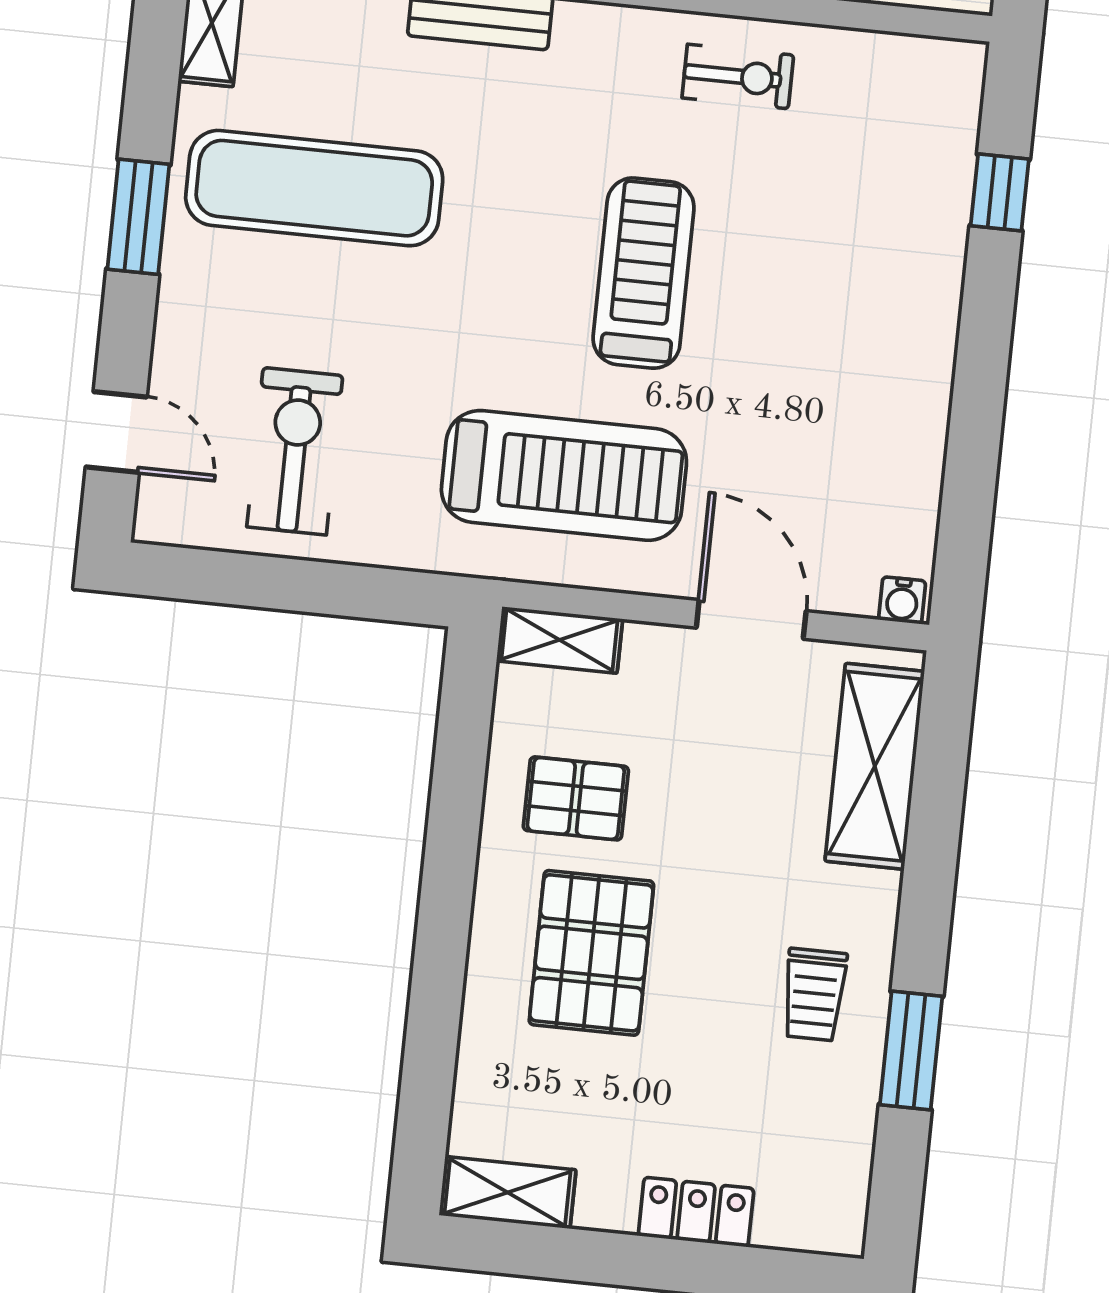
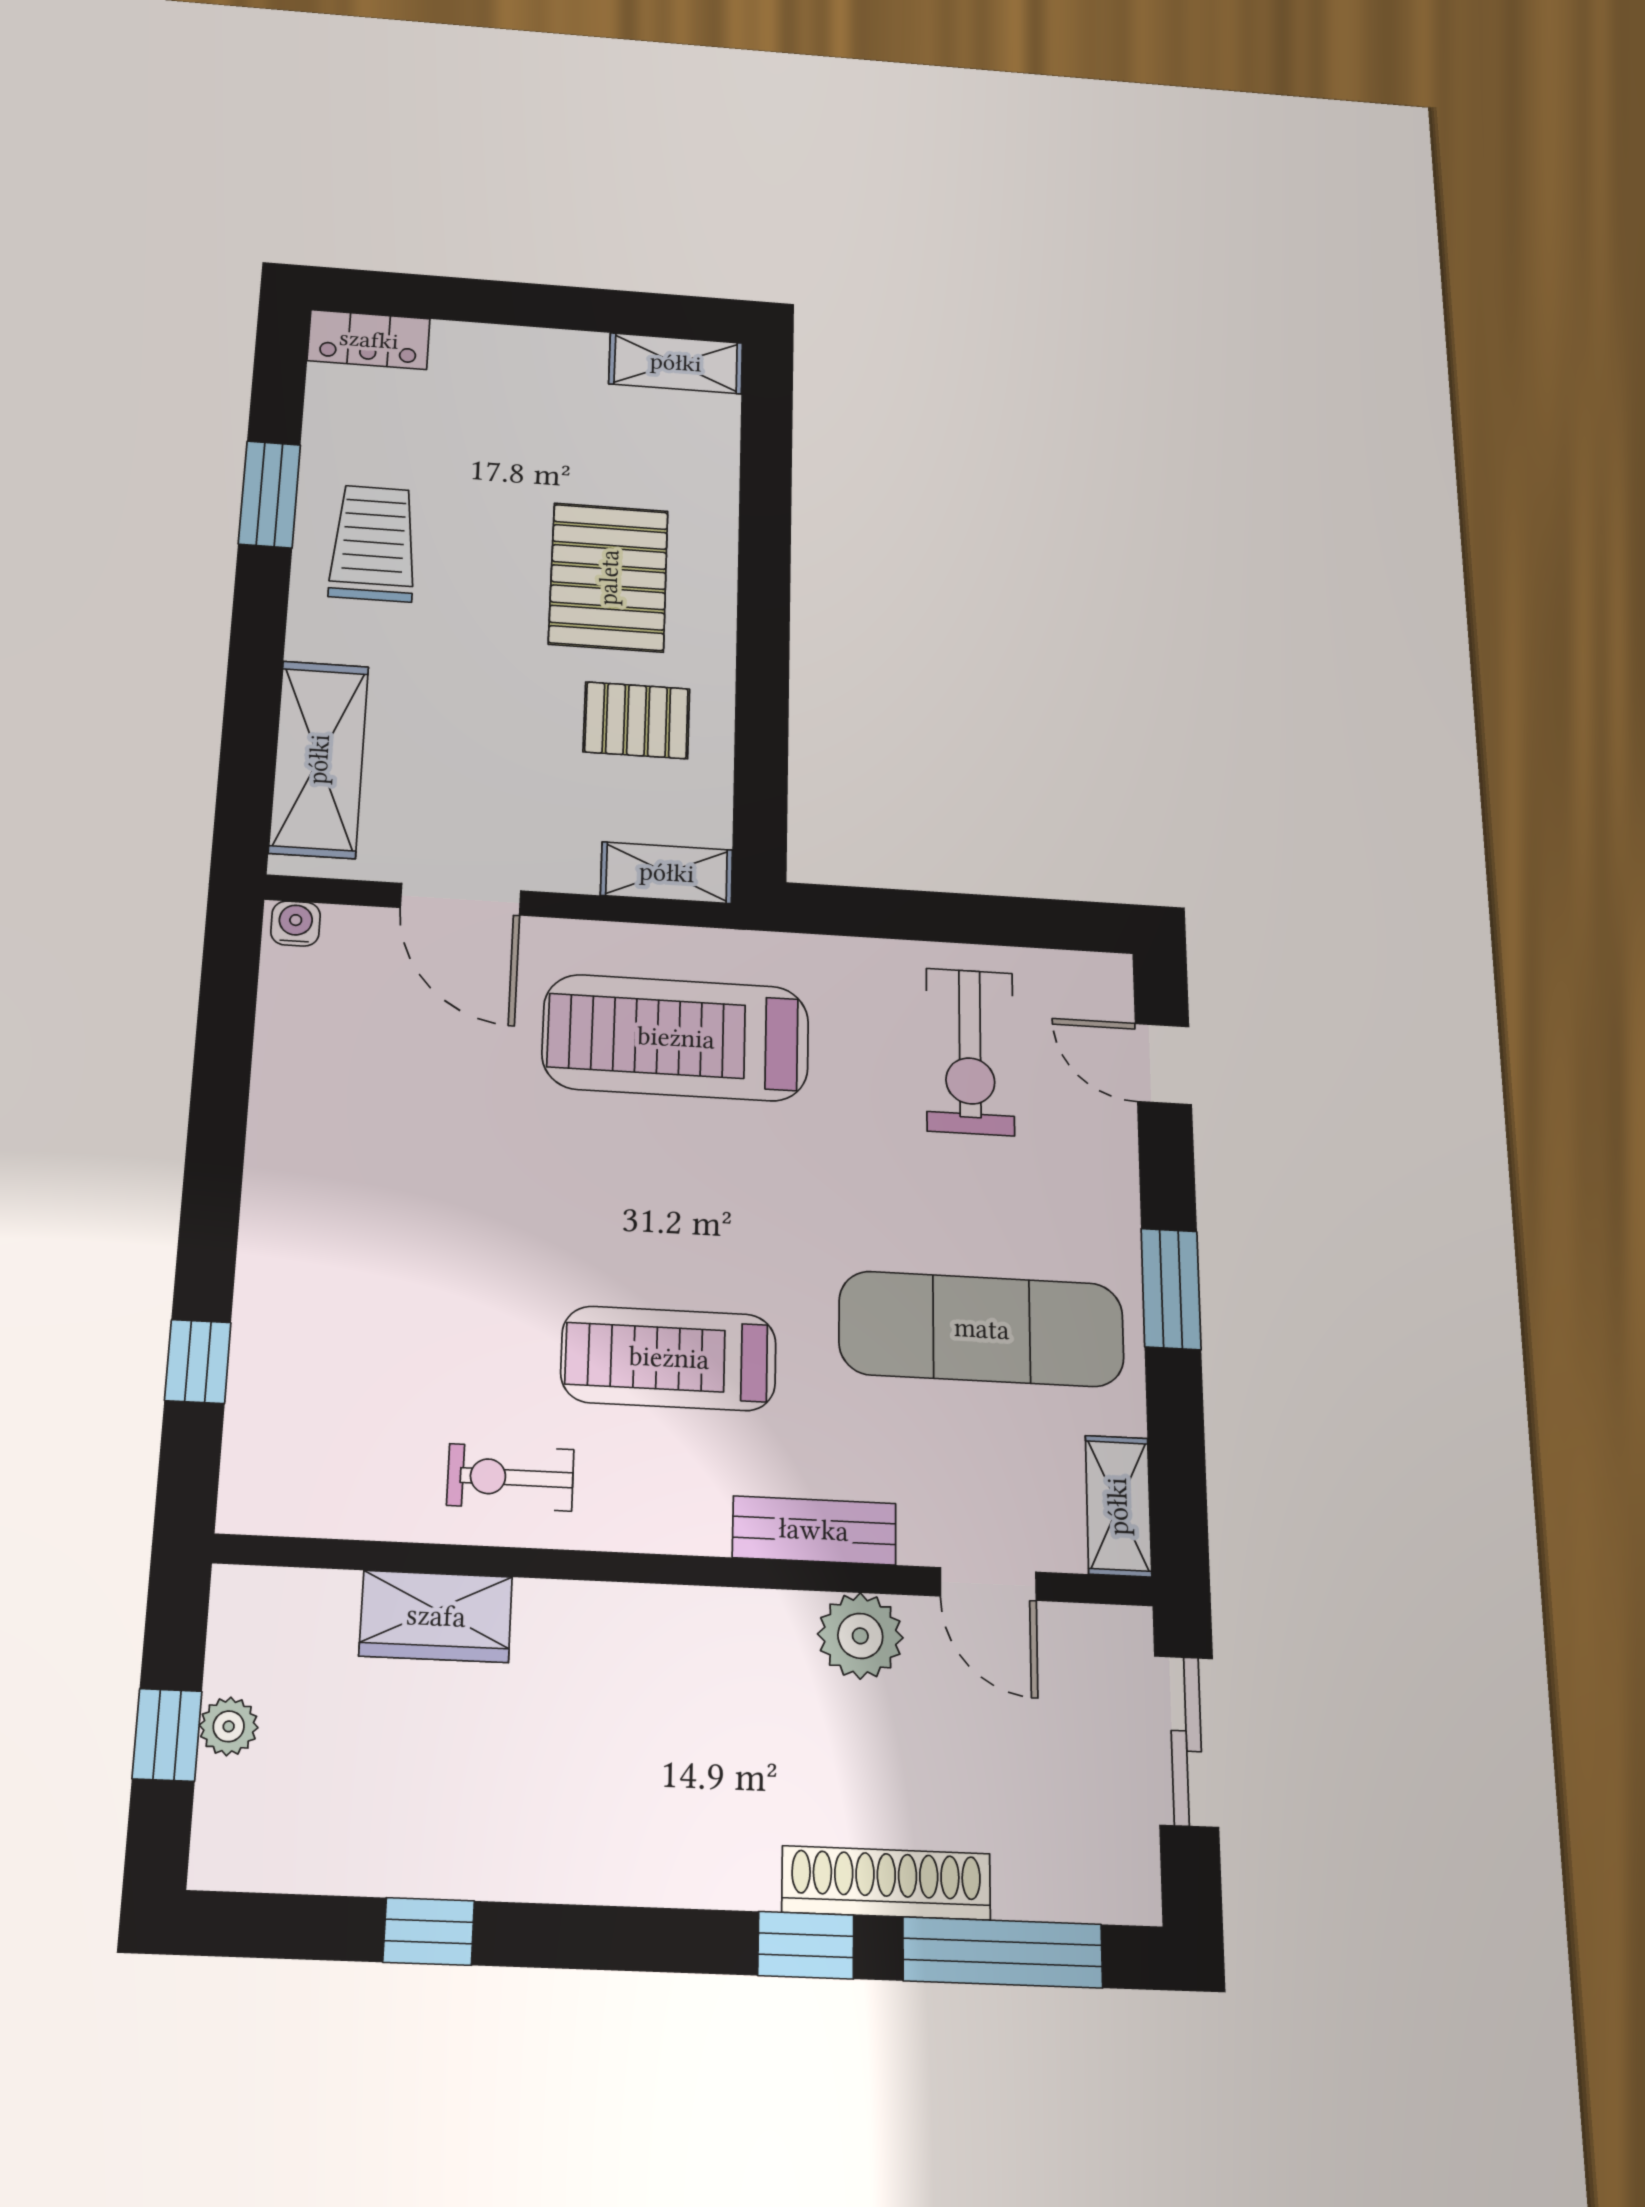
treadmill: (644, 273) -> (669, 1358), moved, turned 90
trolley: (814, 995) -> (374, 543), width x1.36, depth x1.39
locker: (696, 1212) -> (369, 340), moved

